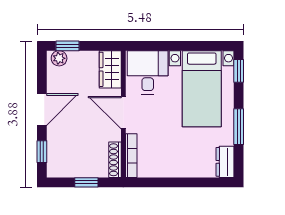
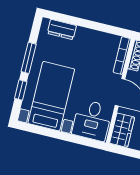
window: (239, 71) -> (21, 90), moved
dresser: (225, 162) -> (62, 29), moved, turned 90

